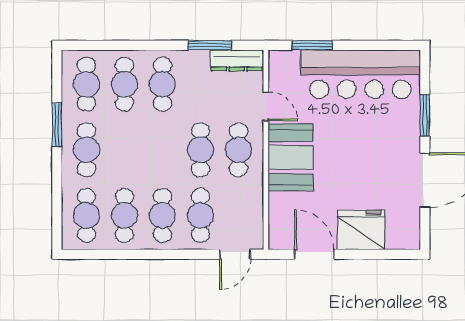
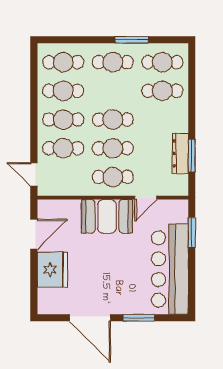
dresser: (237, 60) -> (180, 153), moved
cafe table: (162, 84) -> (113, 120), moved

